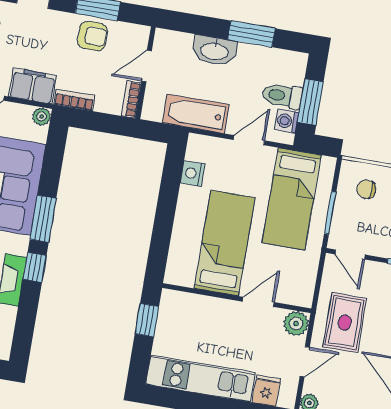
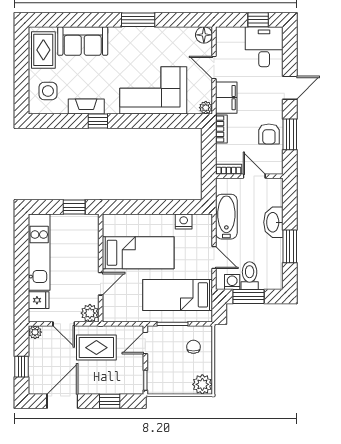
window: (43, 219) -> (133, 121), removed
door: (258, 302) -> (101, 284), hinge flipped

